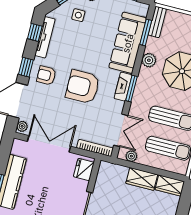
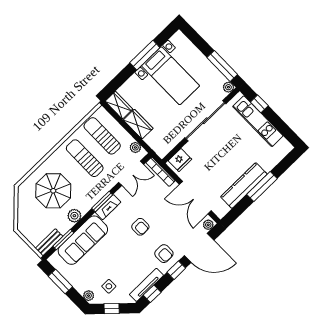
armchair: (83, 87) -> (140, 227), width x0.53, depth x0.53
double door: (121, 130) -> (131, 173), swing flipped

